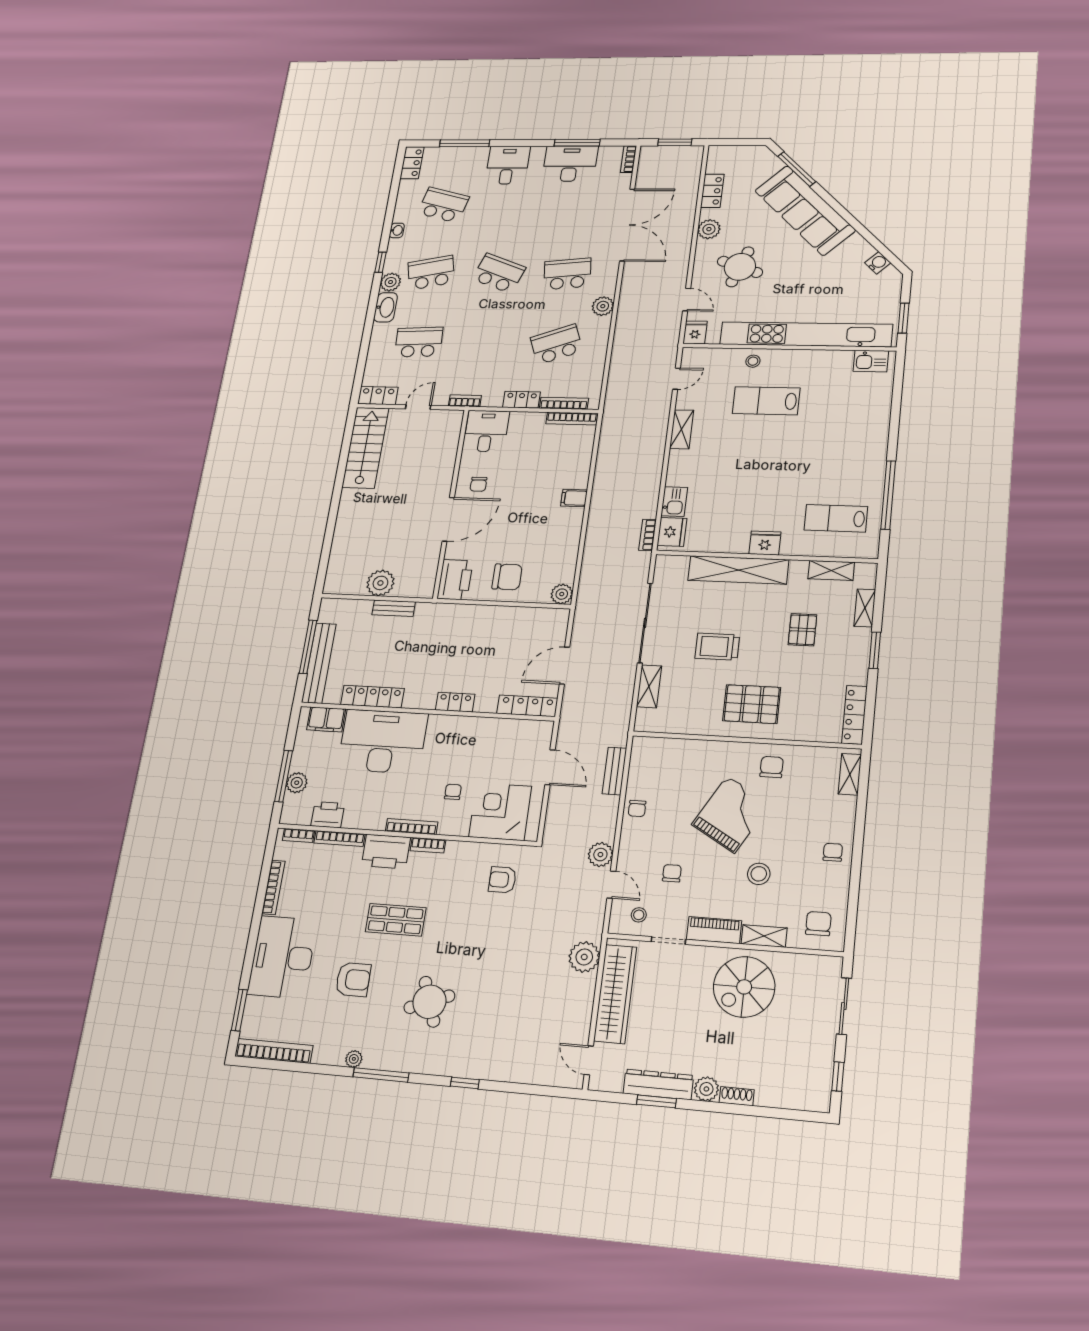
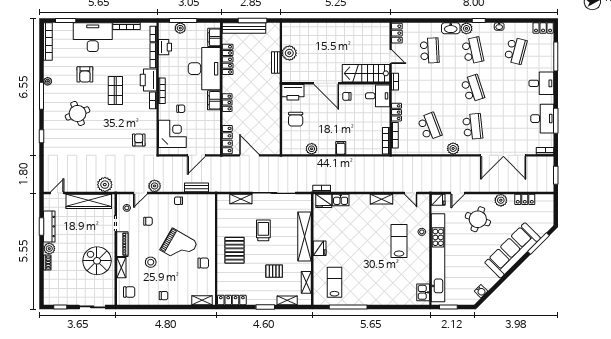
school desk: (499, 273) -> (473, 89), turned -39
stairs: (365, 448) -> (366, 73), moved, turned 180
plant: (562, 594) -> (312, 149), moved
filing cabinet: (447, 727) -> (214, 100), added

